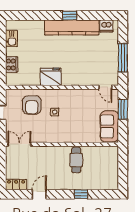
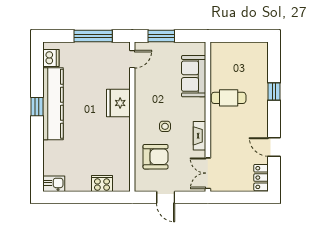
kitchen sink: (11, 38) -> (54, 184), moved
fridge: (51, 77) -> (118, 103), moved
sofa: (109, 126) -> (194, 76), moved, turned 90
fireplace: (48, 138) -> (199, 136), added

